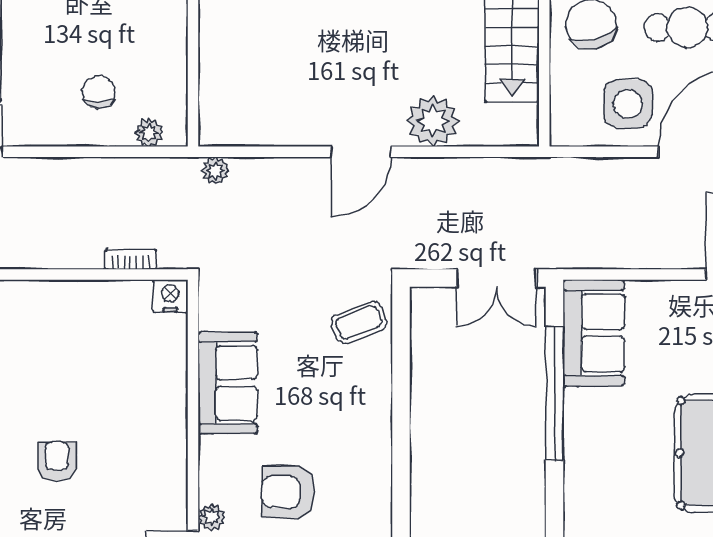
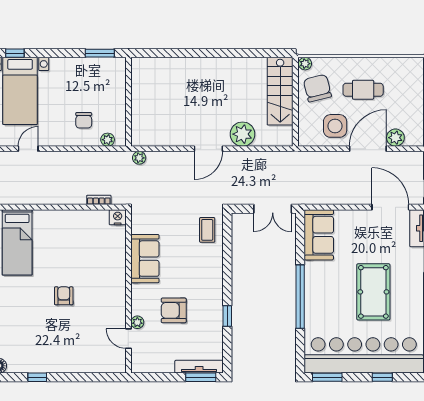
chair: (99, 92) -> (84, 120), turned 180
coffee table: (359, 323) -> (207, 230), turned -69
window: (555, 393) -> (300, 297), moved
window: (401, 504) -> (227, 316), added

